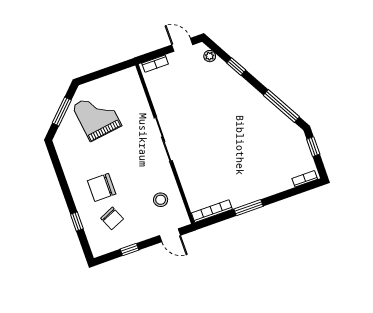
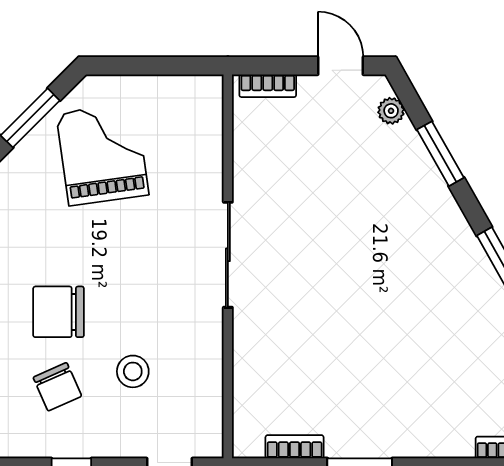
window: (236, 67) -> (440, 154), width x1.50
stool: (161, 200) -> (133, 371), moved
bookcase: (212, 211) -> (295, 447), width x0.64

